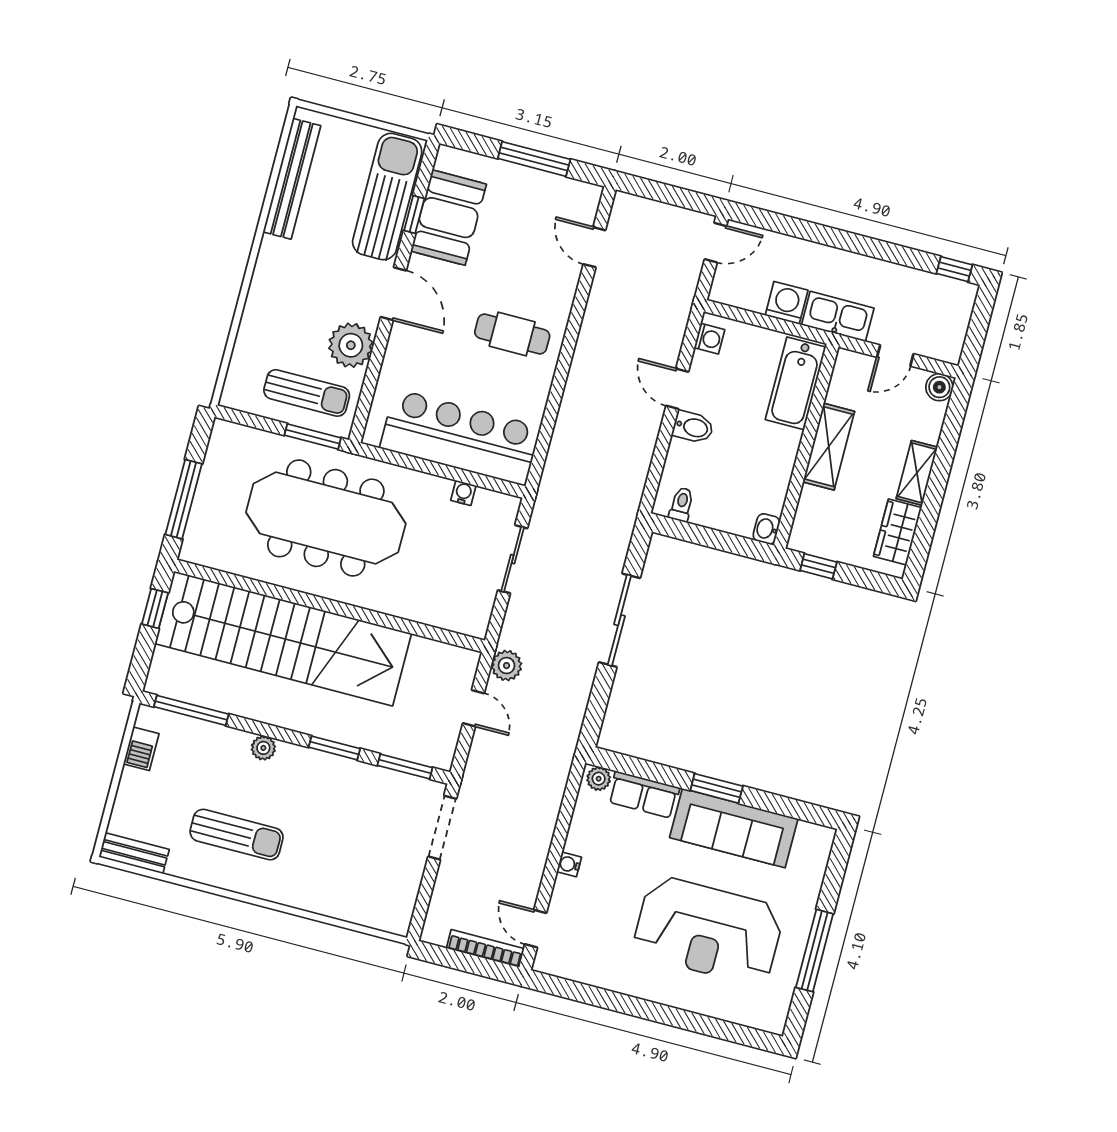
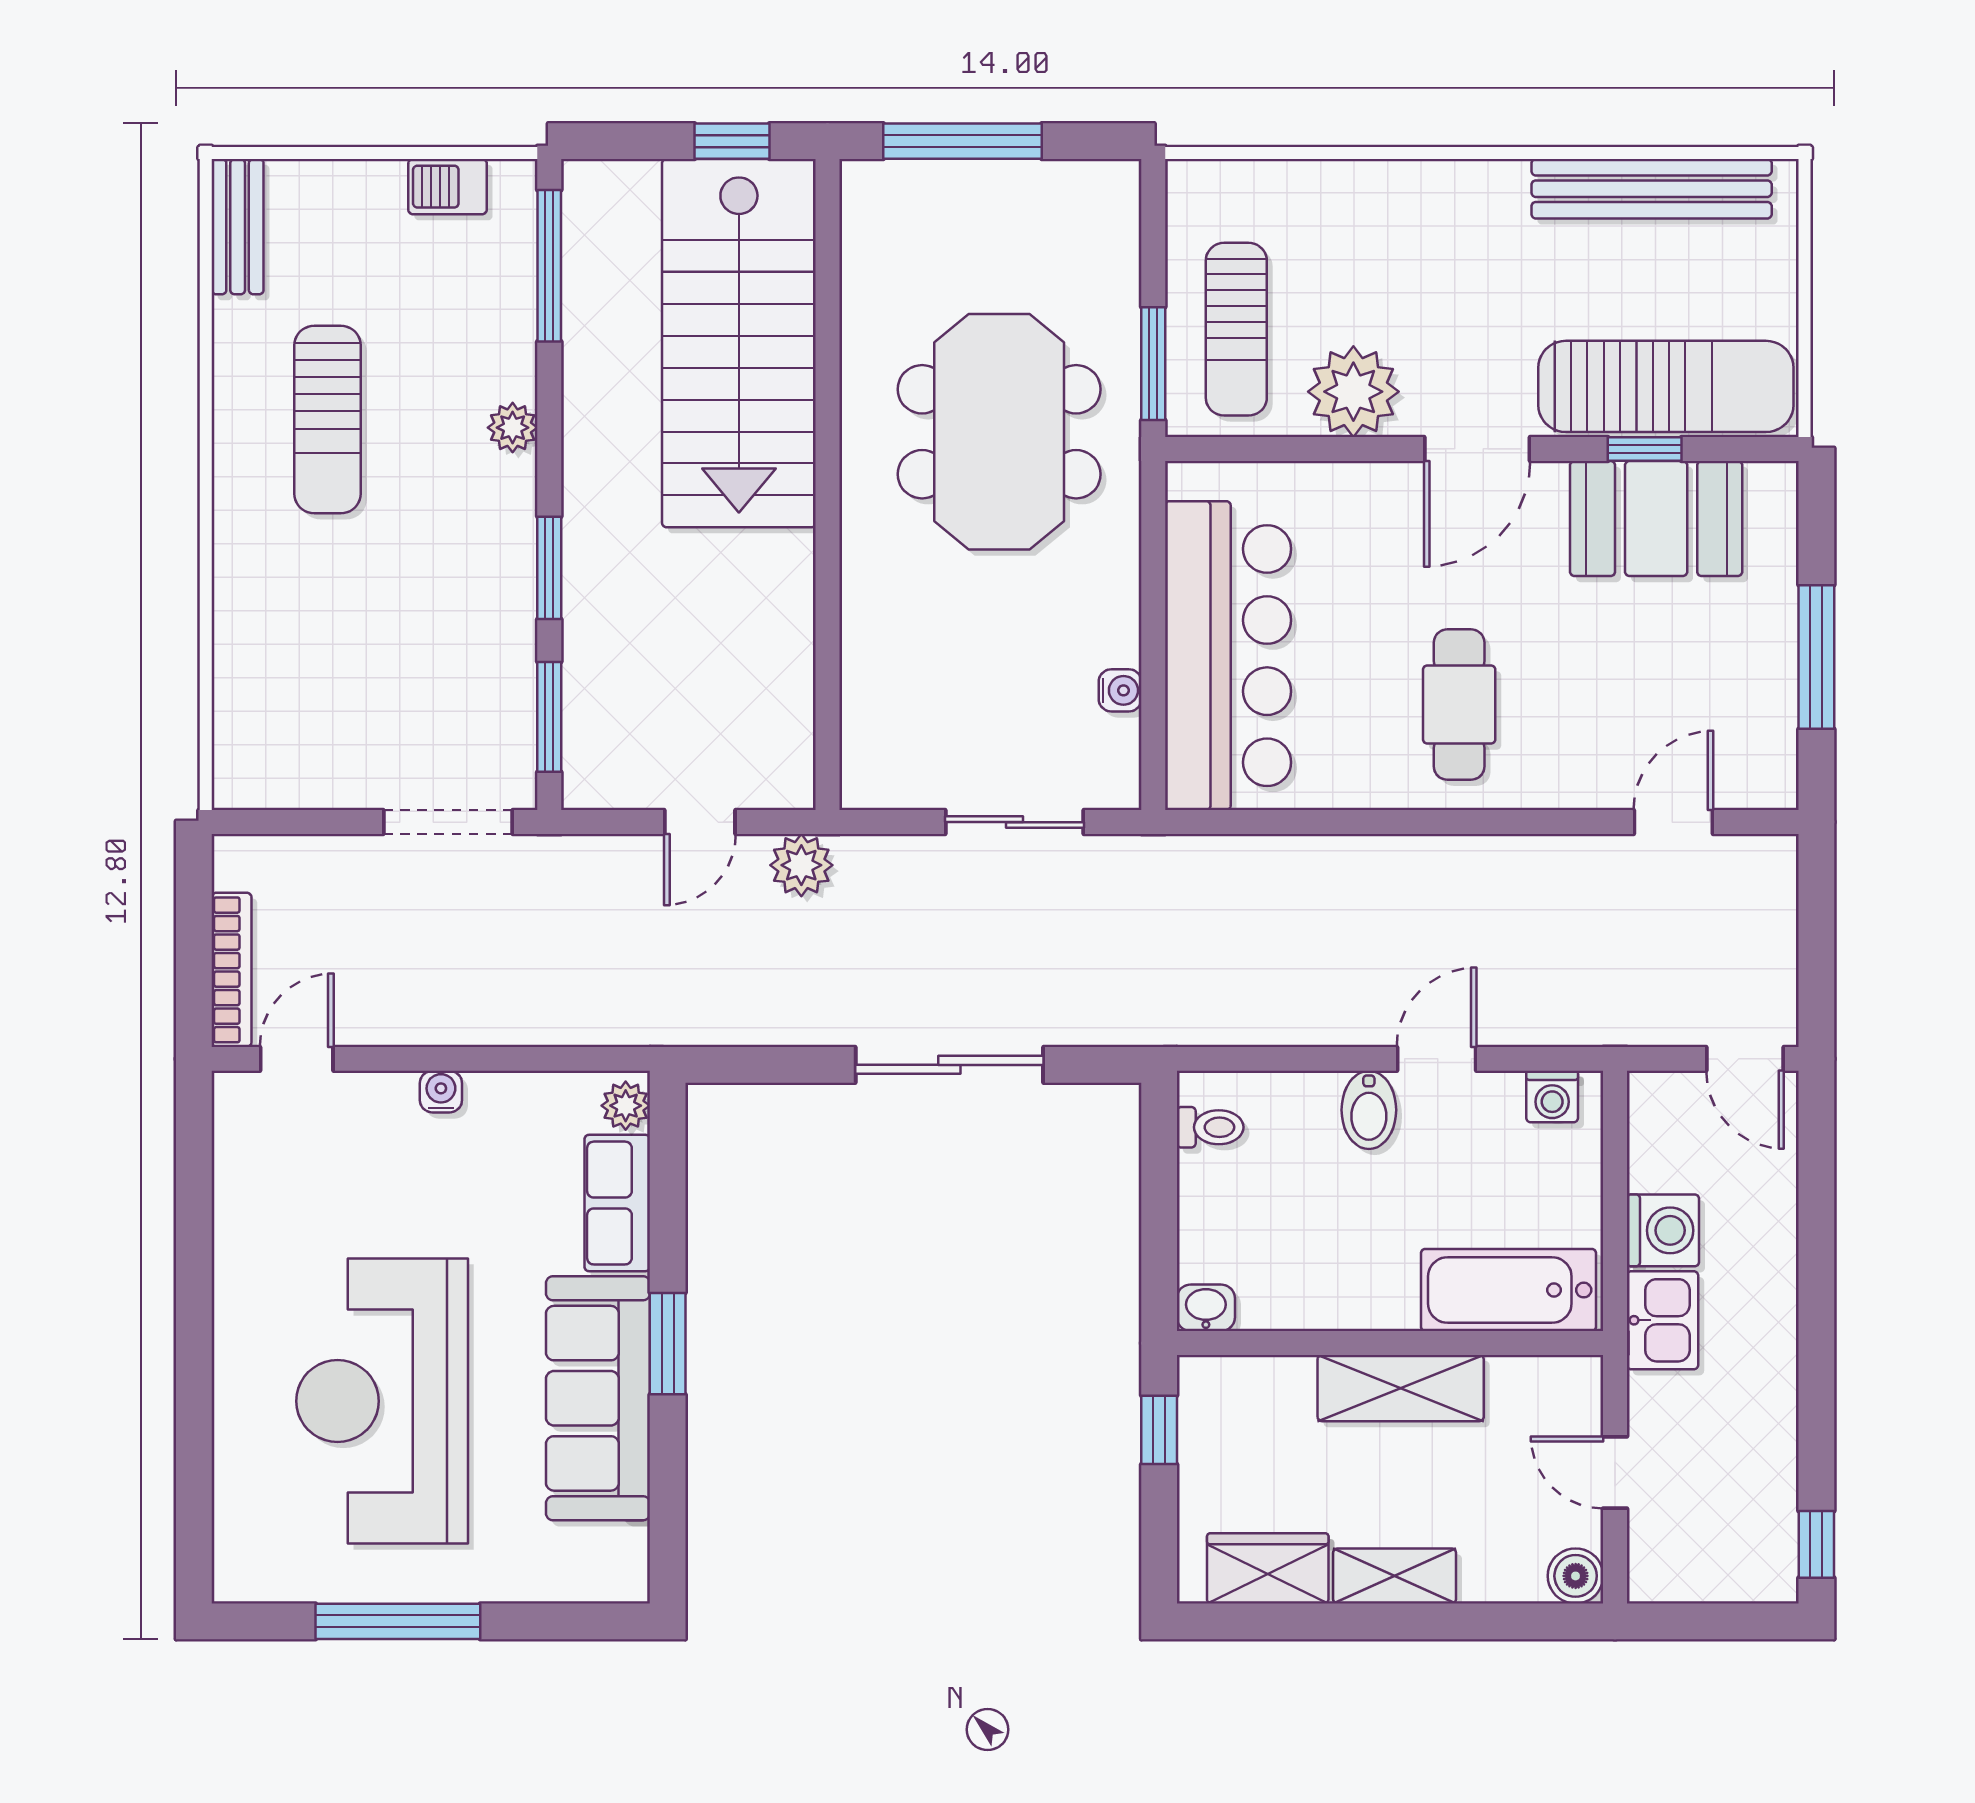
kitchen sink: (838, 316) -> (1662, 1320), width x0.73
meeting table: (326, 518) -> (999, 432), width x0.73
stairs: (283, 639) -> (739, 343), width x0.73

